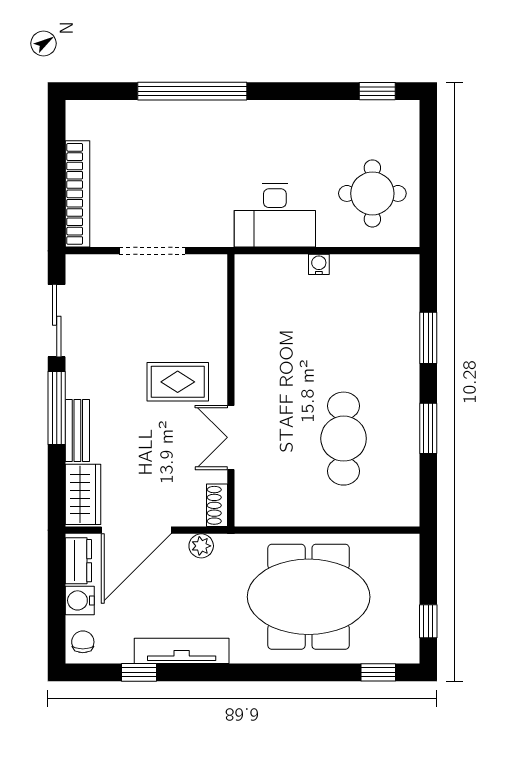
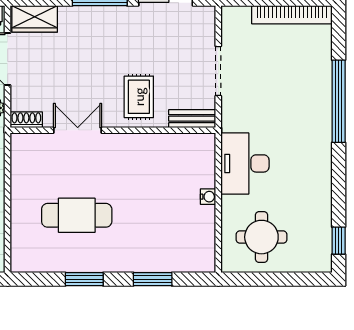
bookcase: (78, 194) -> (292, 15), moved
rug: (178, 382) -> (139, 97), moved
bench: (77, 431) -> (192, 119), moved

